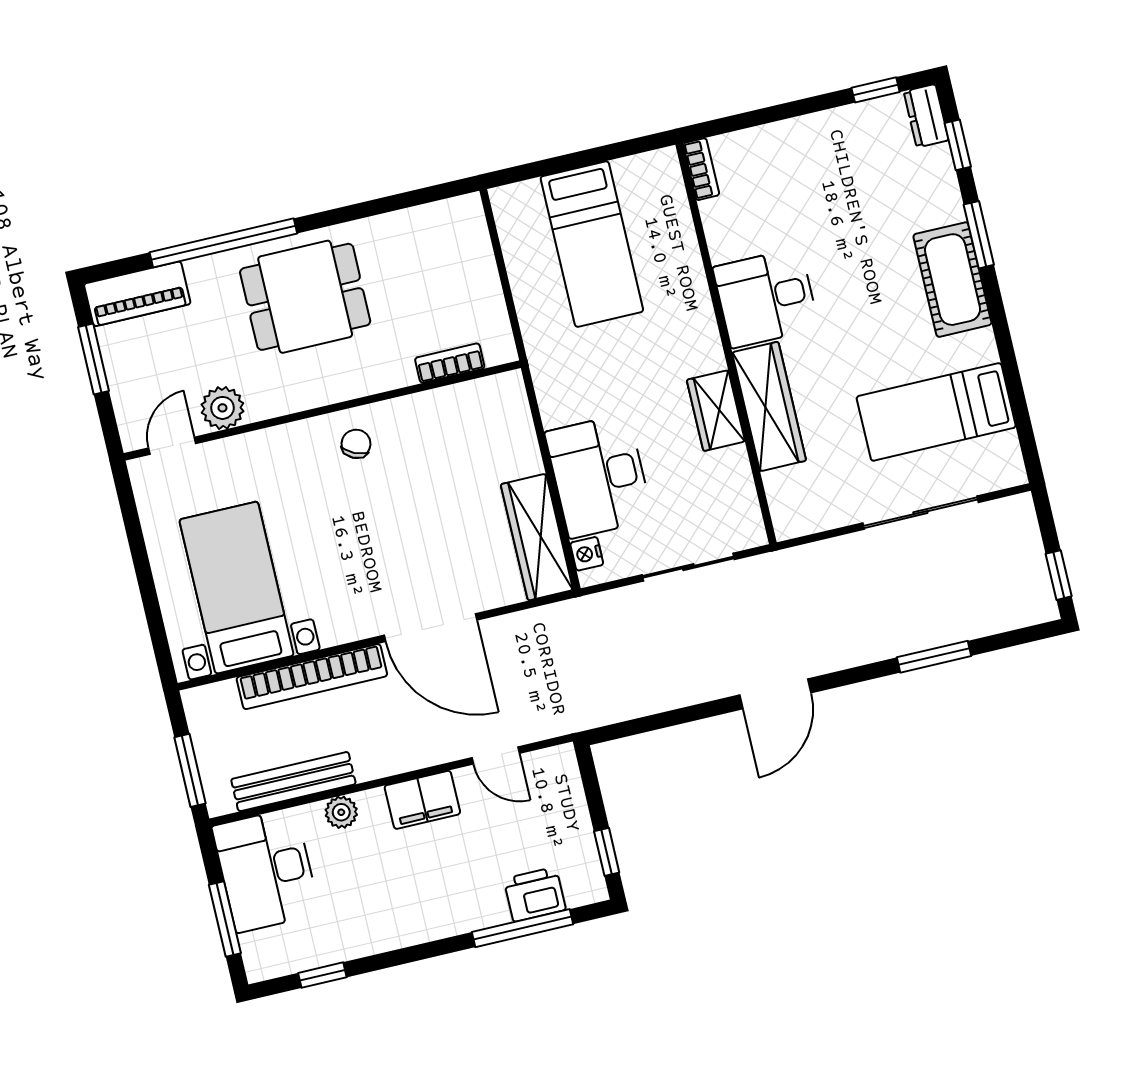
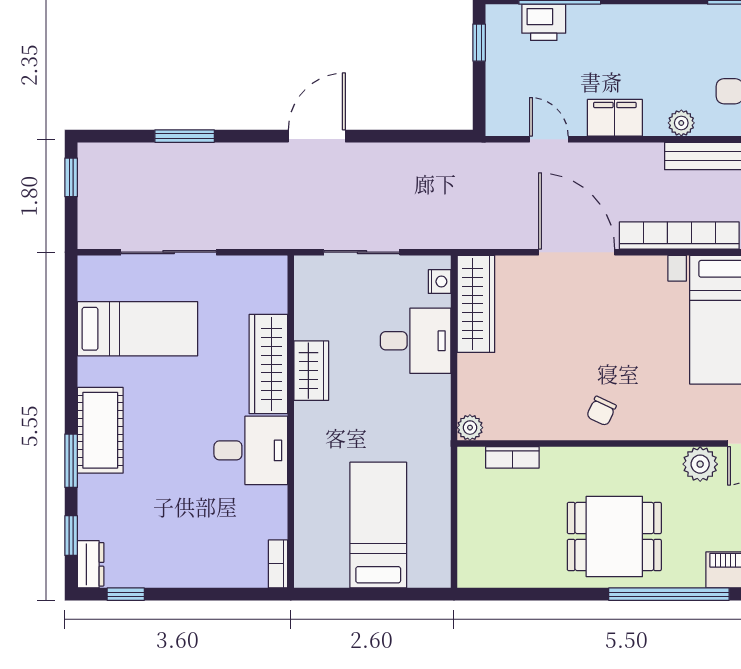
plant: (509, 387) -> (470, 428), added
desk: (599, 476) -> (416, 341), width x0.73

